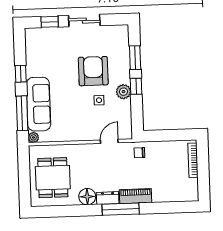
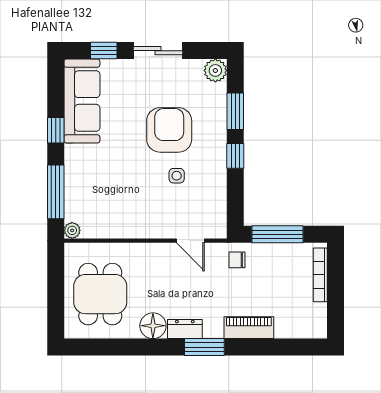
plant: (123, 92) -> (215, 70), moved
sofa: (38, 104) -> (82, 101), moved
window: (165, 135) -> (278, 234), added
door: (109, 141) -> (190, 241), swing flipped
piano: (136, 196) -> (249, 328), moved
window: (121, 209) -> (204, 347), width x0.69

